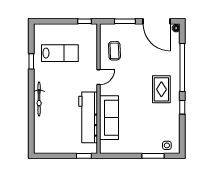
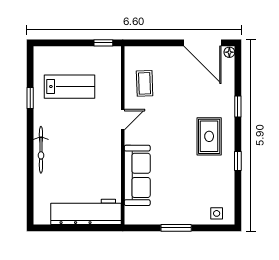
window: (125, 21) -> (159, 43), removed
window: (182, 68) -> (238, 106), width x0.32
workbench: (88, 117) -> (86, 212), moved, turned 90
window: (84, 156) -> (102, 228), removed
window: (153, 156) -> (176, 228), moved

